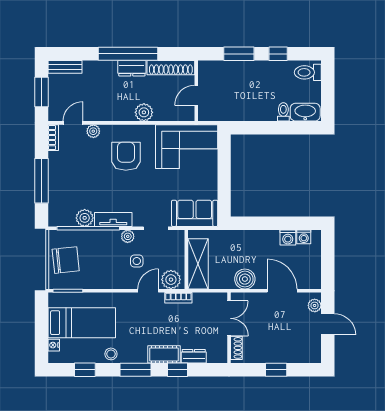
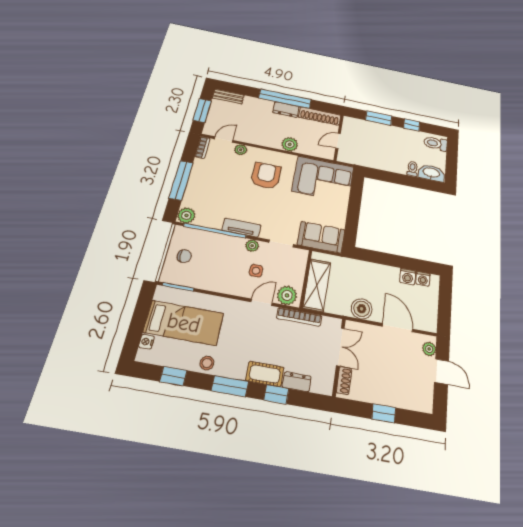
plant: (85, 218) -> (186, 215), moved
chair: (66, 260) -> (184, 256), width x0.54, depth x0.54
bookcase: (178, 298) -> (299, 317), width x1.56

